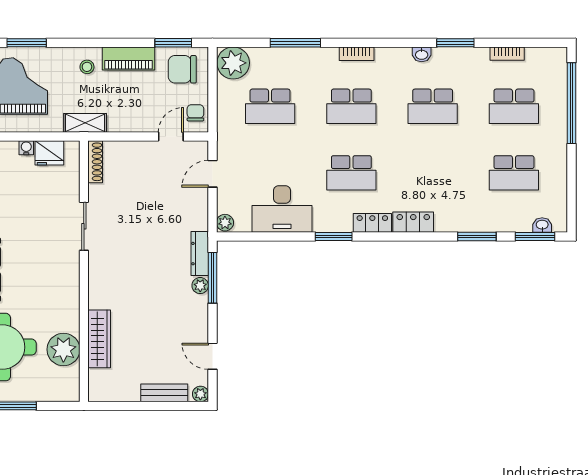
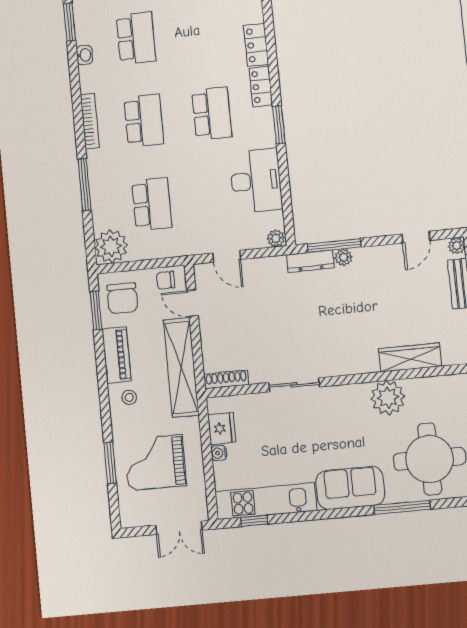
bookcase: (357, 54) -> (90, 121), width x1.56
shelving: (85, 123) -> (181, 367), width x2.20, depth x1.33
plant: (63, 349) -> (388, 398), moved

